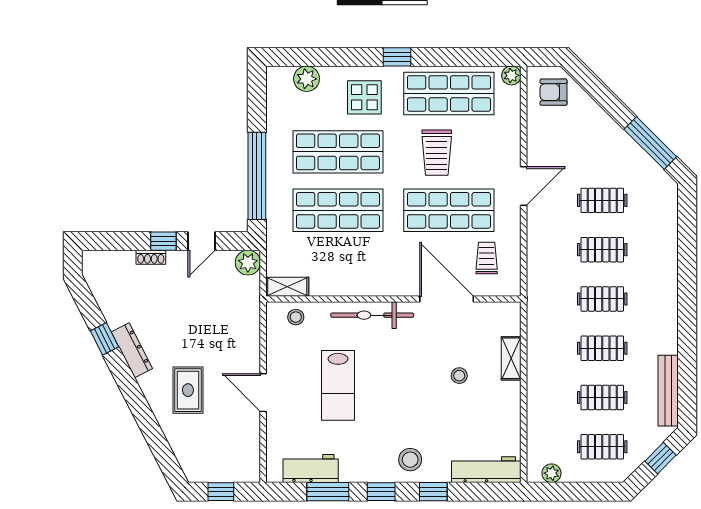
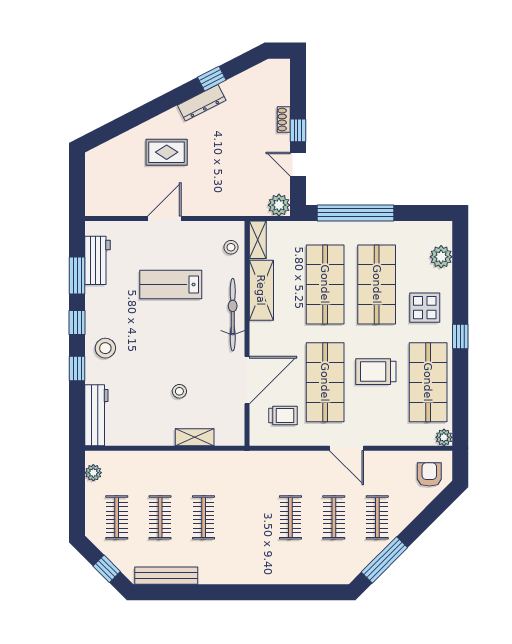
shelving: (344, 283) -> (261, 290), added
clothes rail: (602, 299) -> (377, 517), moved
window: (221, 492) -> (77, 181), removed

